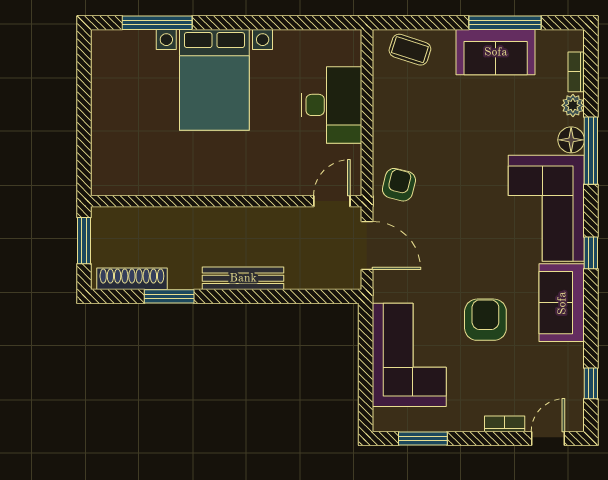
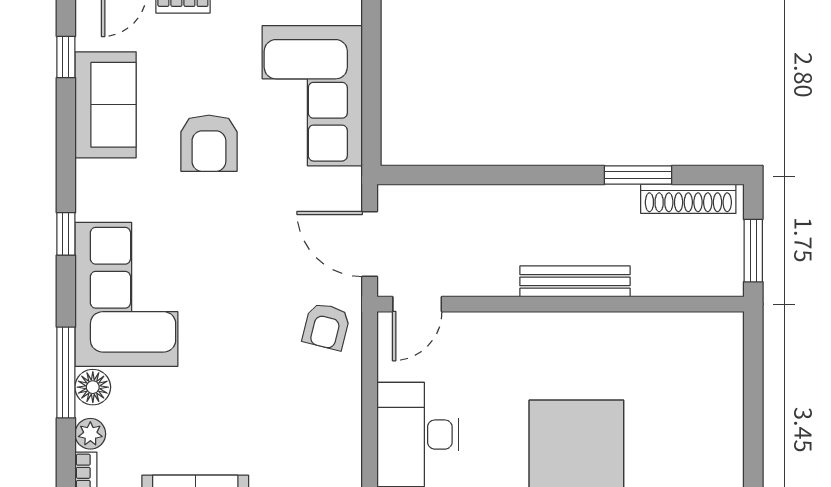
bench: (243, 278) -> (575, 281), moved
sofa: (562, 303) -> (106, 105), moved

